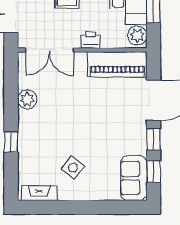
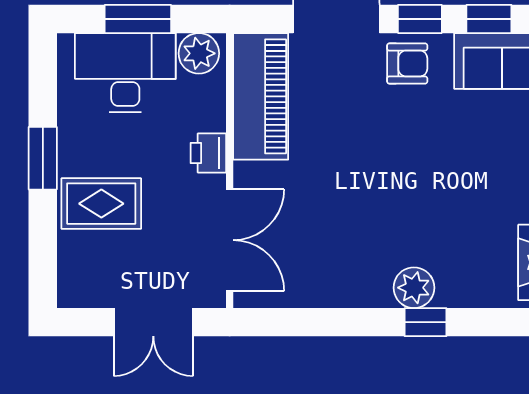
plant: (27, 99) -> (414, 288), moved
armchair: (133, 133) -> (407, 63), added
side table: (73, 168) -> (480, 190), removed

